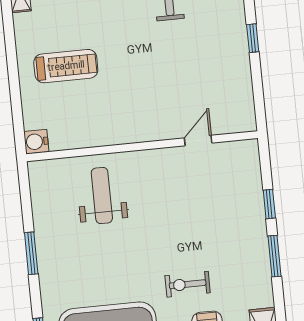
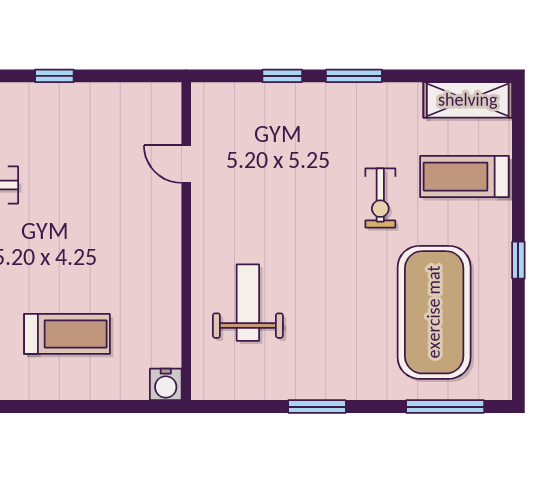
treadmill: (66, 66) -> (67, 334), turned 90
weight bench: (102, 195) -> (248, 303), turned 90

